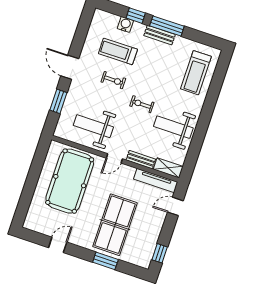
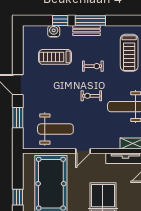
exercise bike: (113, 80) -> (93, 66), moved
weight bench: (93, 126) -> (55, 129), turned 180
bench: (141, 160) -> (107, 144), removed
window: (31, 184) -> (18, 197), added

